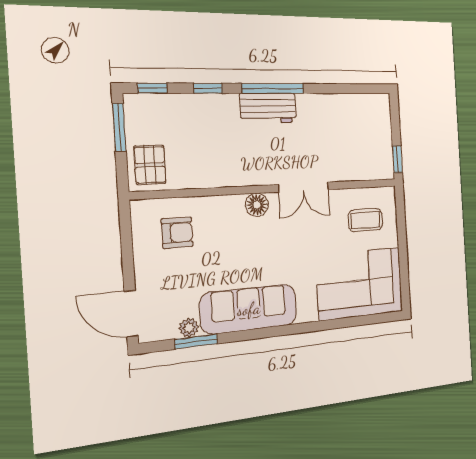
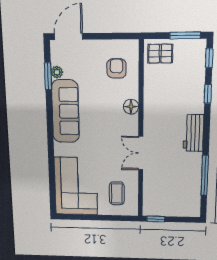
window: (273, 88) -> (205, 175), moved
floor lamp: (257, 205) -> (131, 107), moved
armchair: (177, 233) -> (116, 68), turned 180

